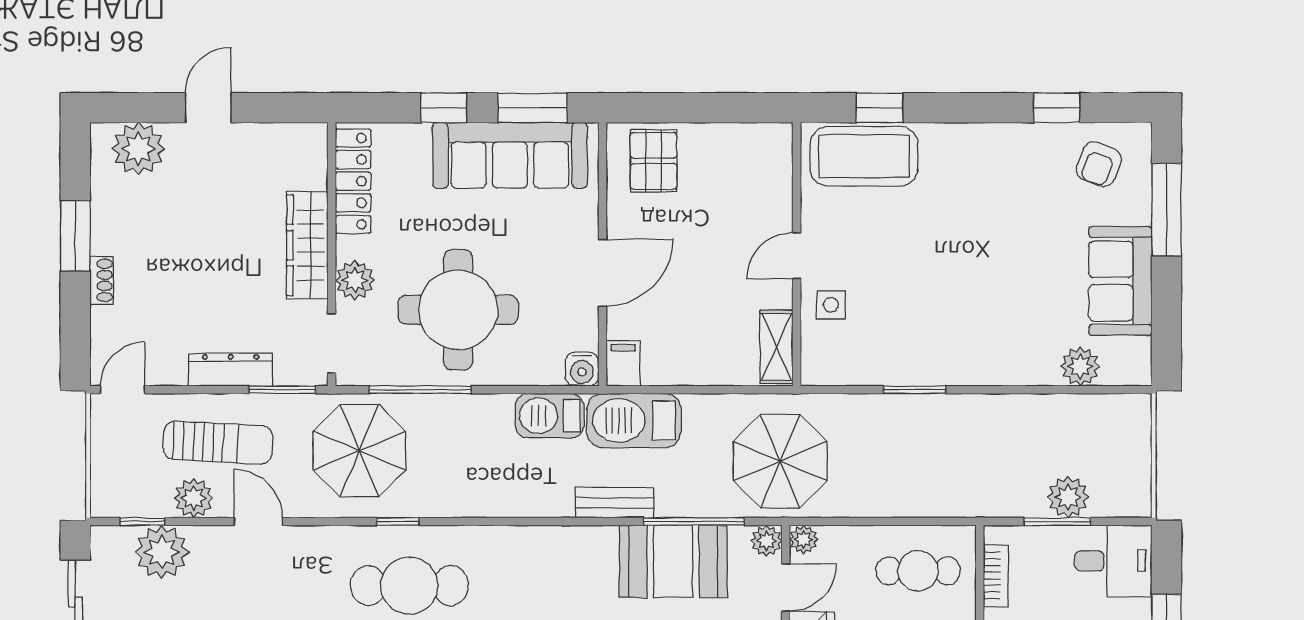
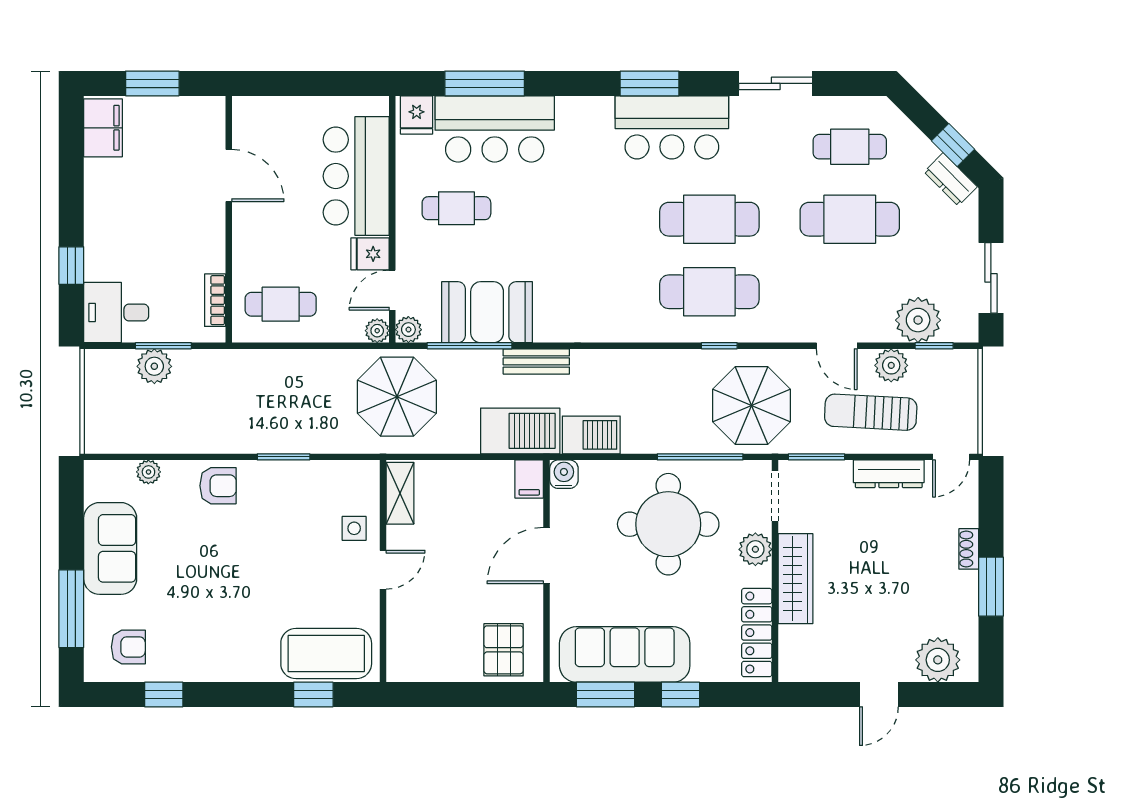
armchair: (1099, 164) -> (128, 647), turned 69
armchair: (992, 355) -> (218, 486), added
plant: (1080, 366) -> (148, 472), width x0.73, depth x0.73
dresser: (231, 370) -> (889, 474), moved

